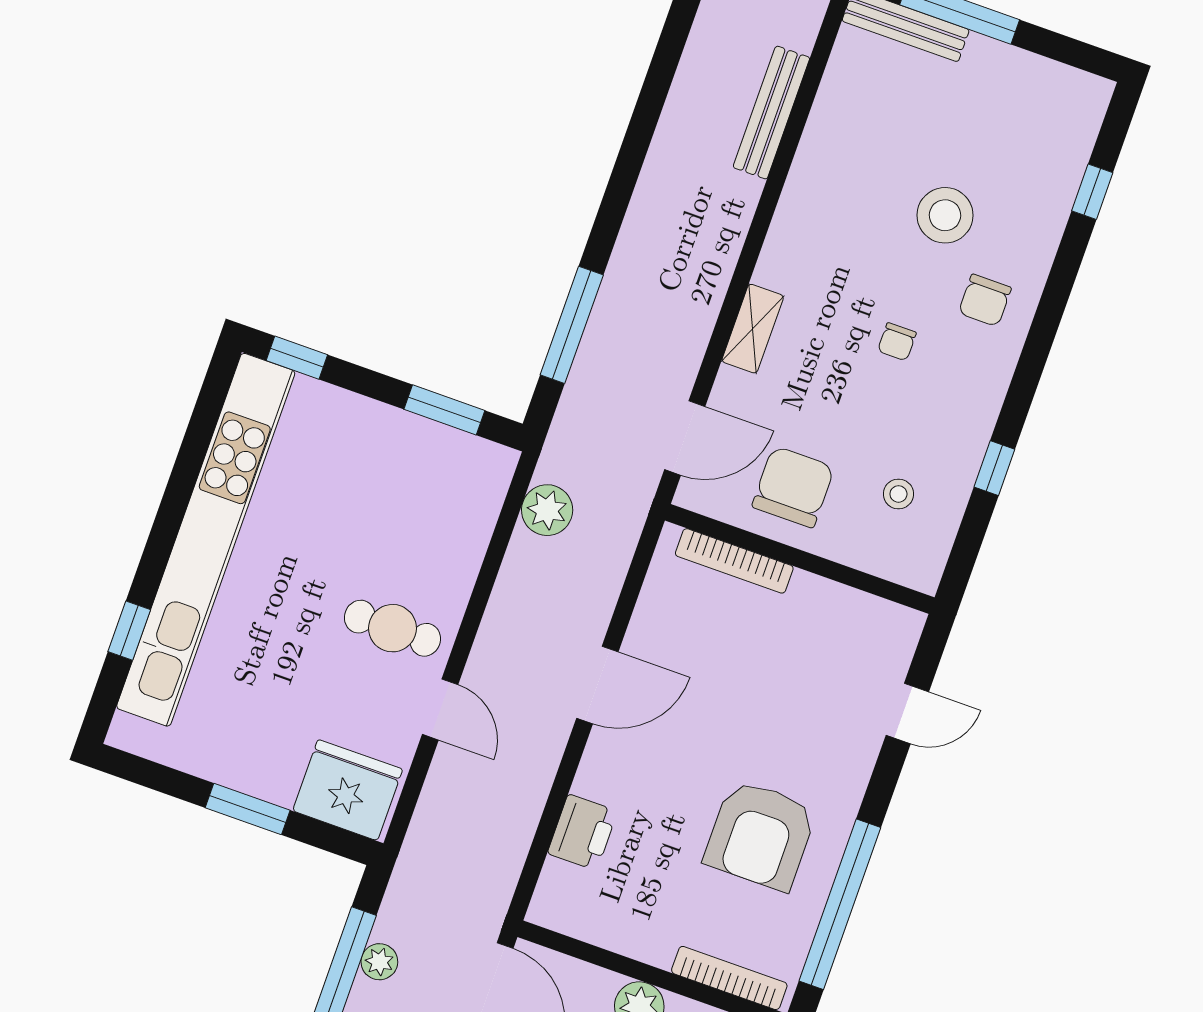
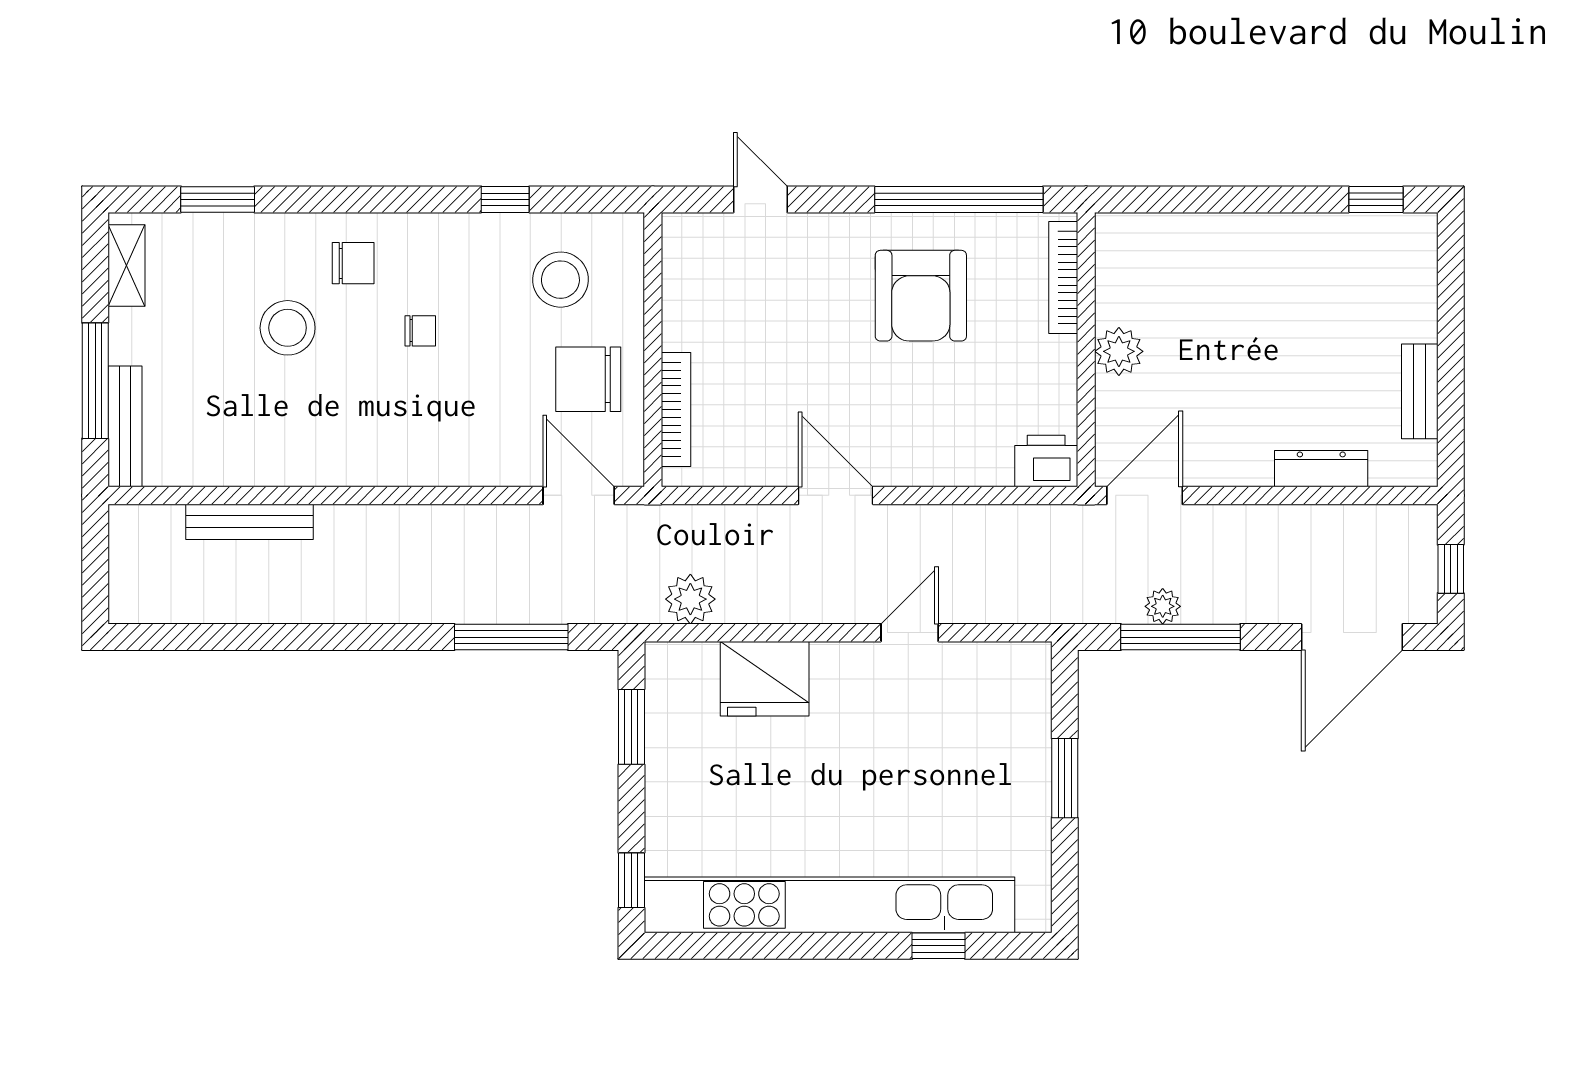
window: (1092, 192) -> (218, 199), width x1.50
shelving: (753, 329) -> (126, 266), moved, turned 90
stool: (898, 494) -> (560, 280), width x1.89, depth x1.89
cafe table: (392, 628) -> (850, 703), removed
fridge: (348, 790) -> (765, 679), moved, turned -90
printer: (582, 832) -> (1046, 461), moved
armchair: (760, 835) -> (921, 296), turned 90

